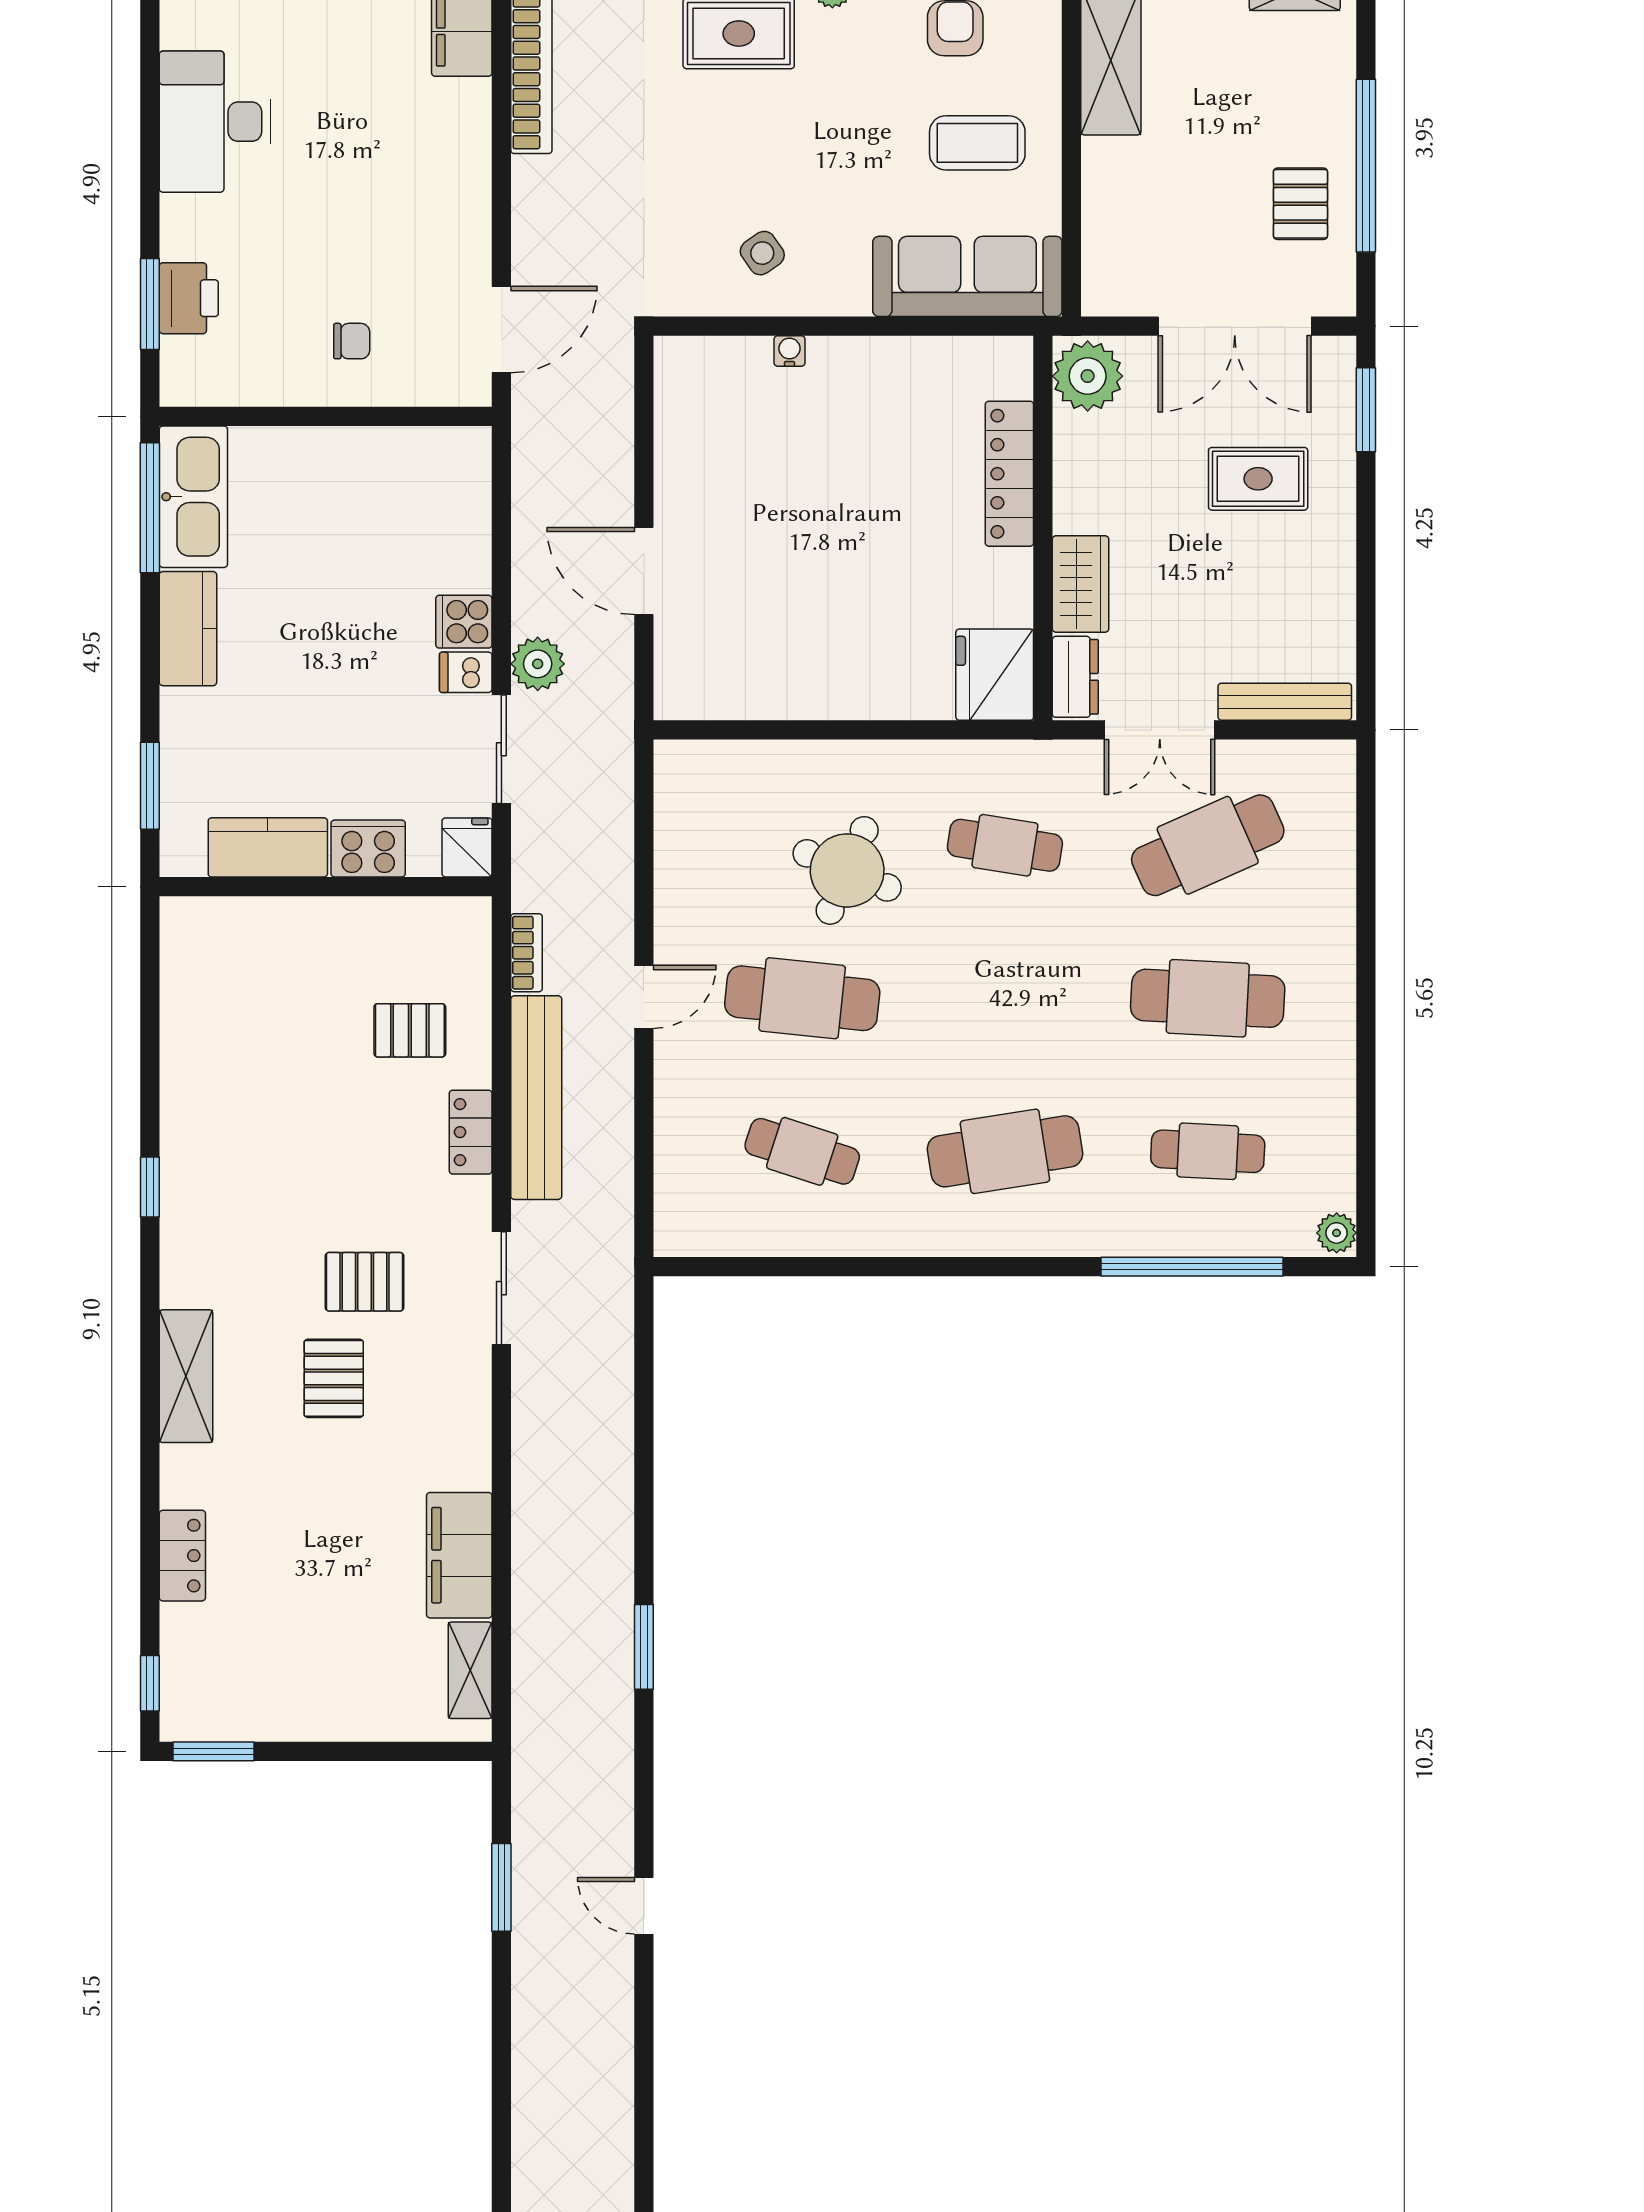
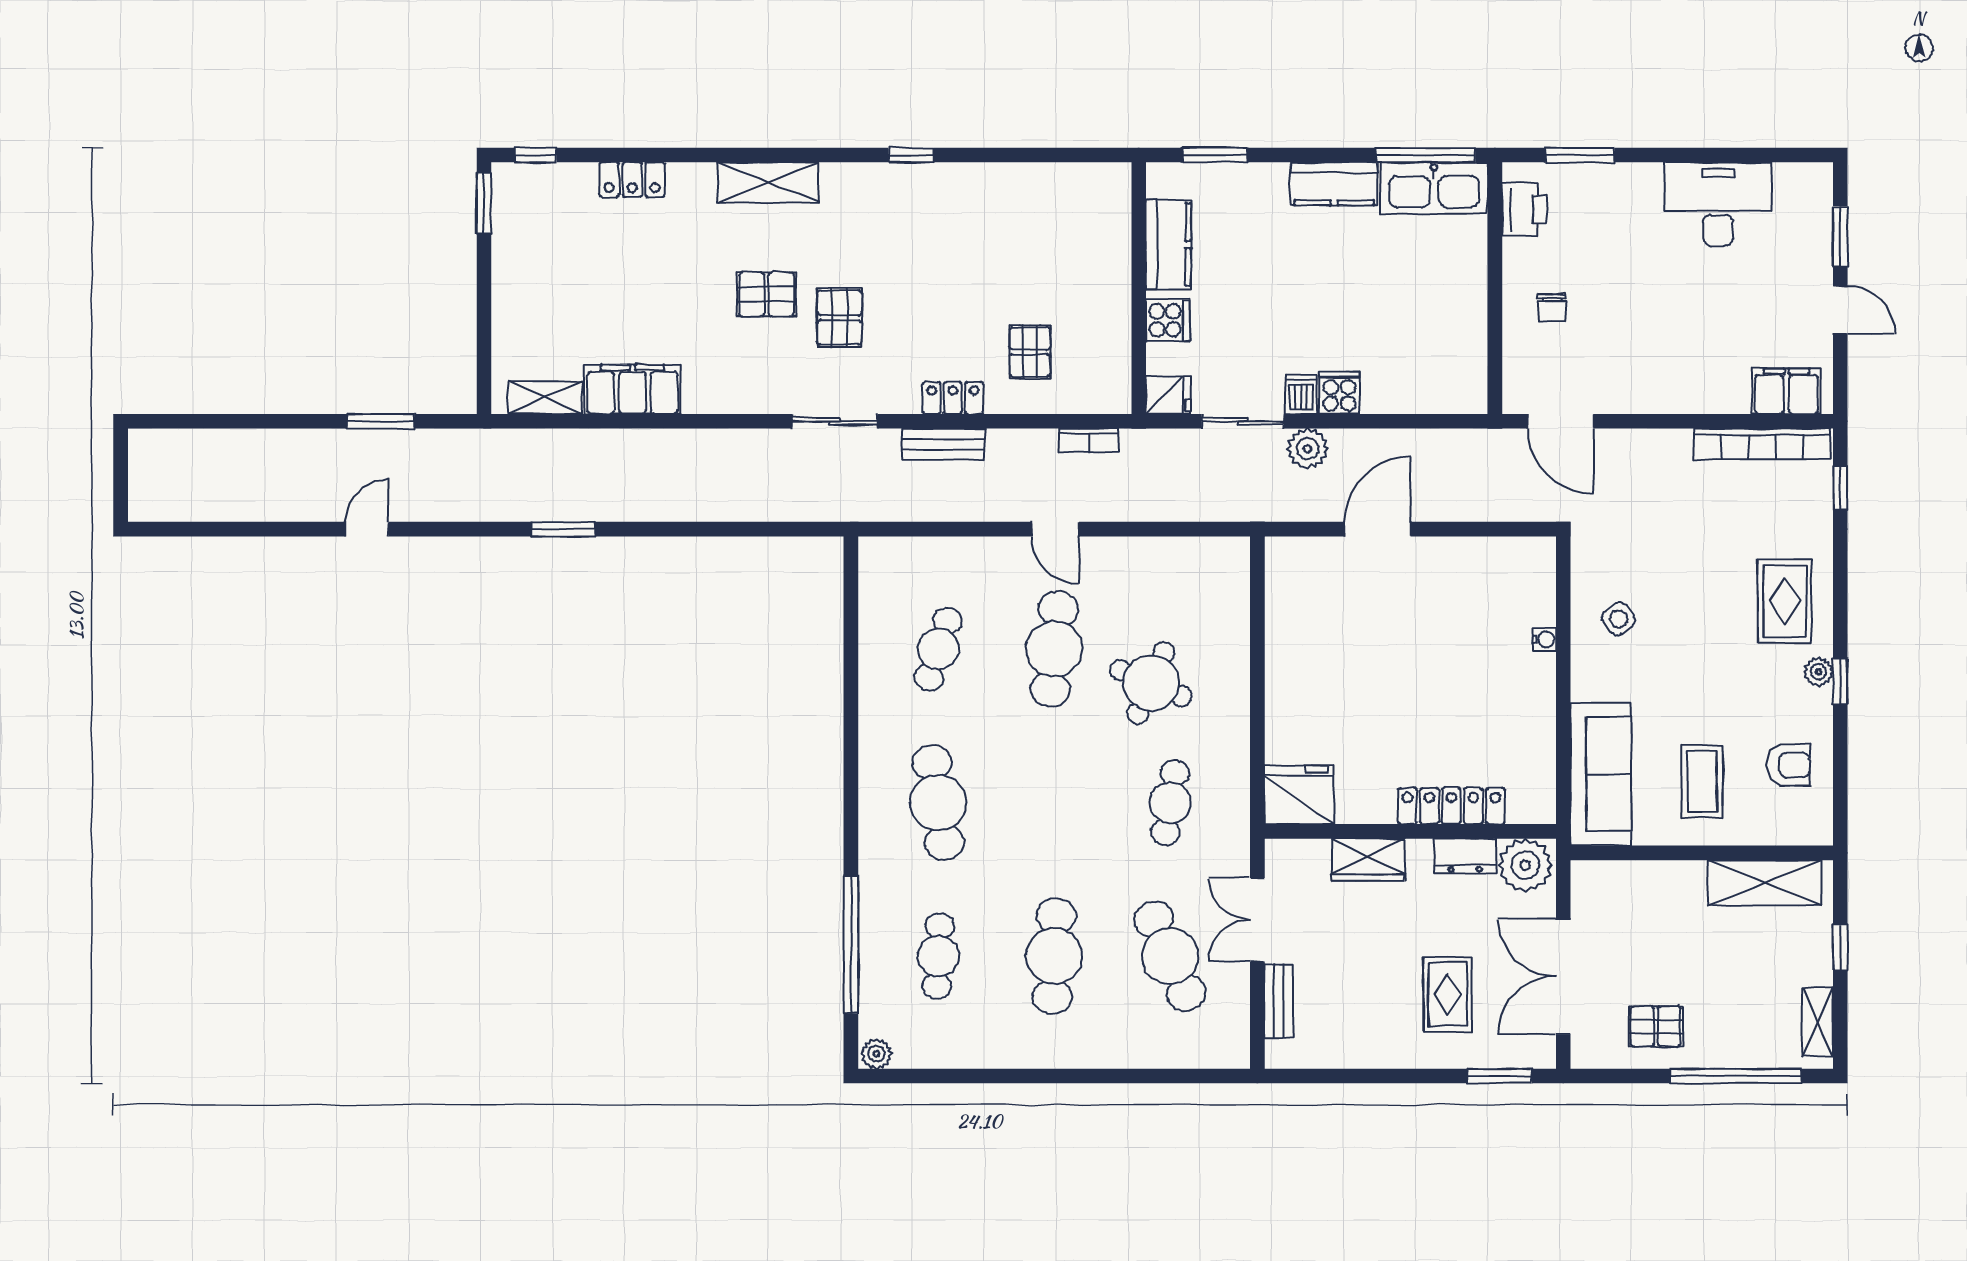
window: (1366, 166) -> (1736, 1076), moved
printer: (189, 298) -> (1524, 209), moved, turned -90
dresser: (1075, 677) -> (1465, 856), moved
bench: (1285, 702) -> (1279, 1001), width x0.73
cooker: (368, 849) -> (1168, 320), width x0.73
bench: (536, 1098) -> (943, 444), width x0.54, depth x0.82

